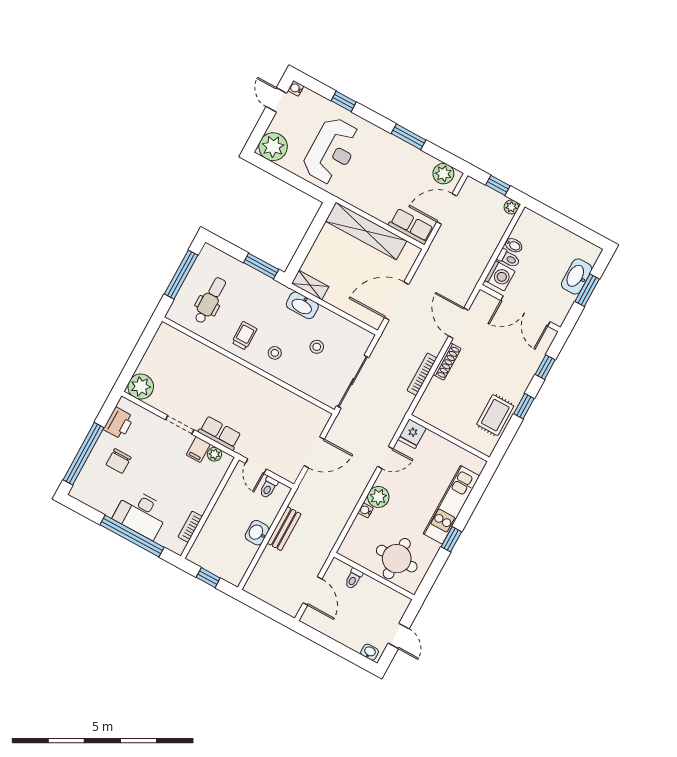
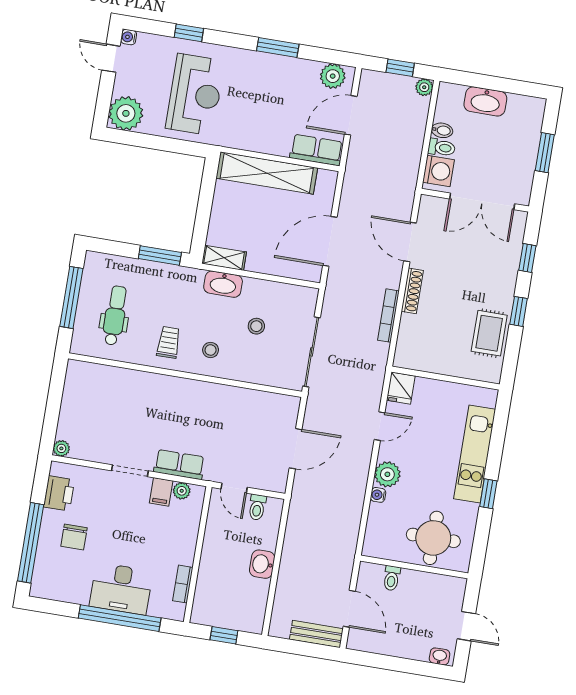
washbasin: (577, 277) -> (485, 101), moved, turned -90
plant: (141, 387) -> (61, 448), width x0.53, depth x0.53
bench: (284, 529) -> (316, 634), moved, turned 90

